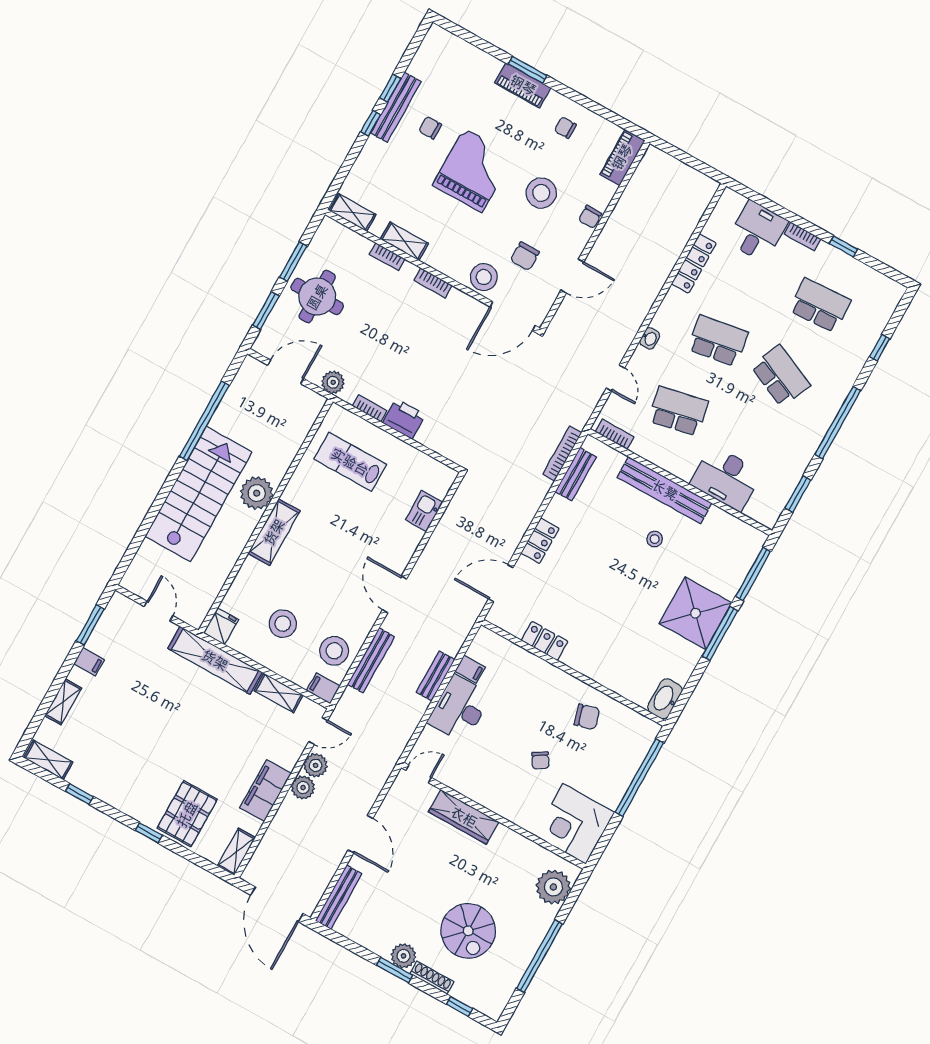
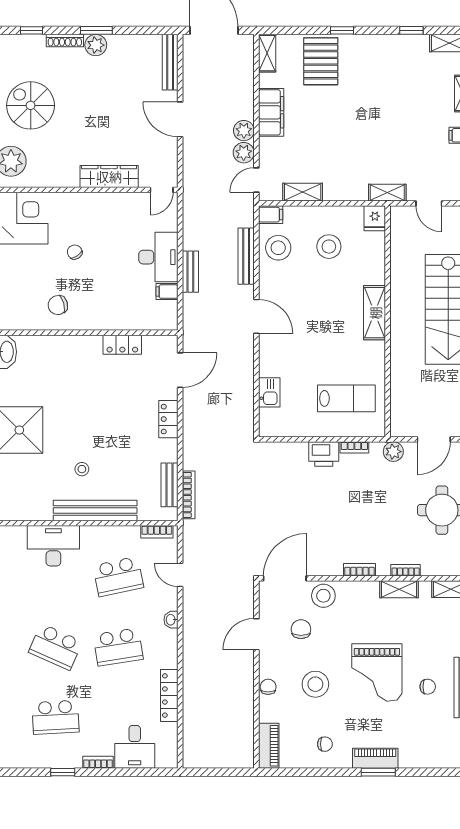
plant: (257, 493) -> (404, 335), removed
shelving: (215, 660) -> (387, 193), width x0.45, depth x0.75
spiral stairs: (468, 931) -> (31, 105), moved

